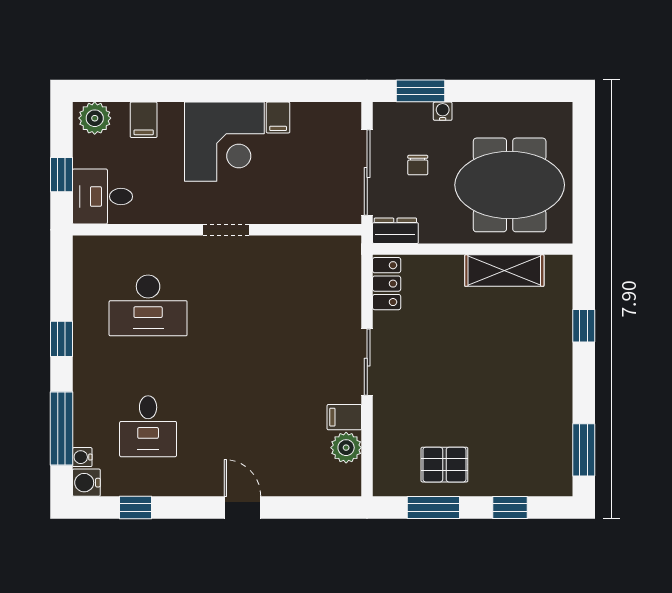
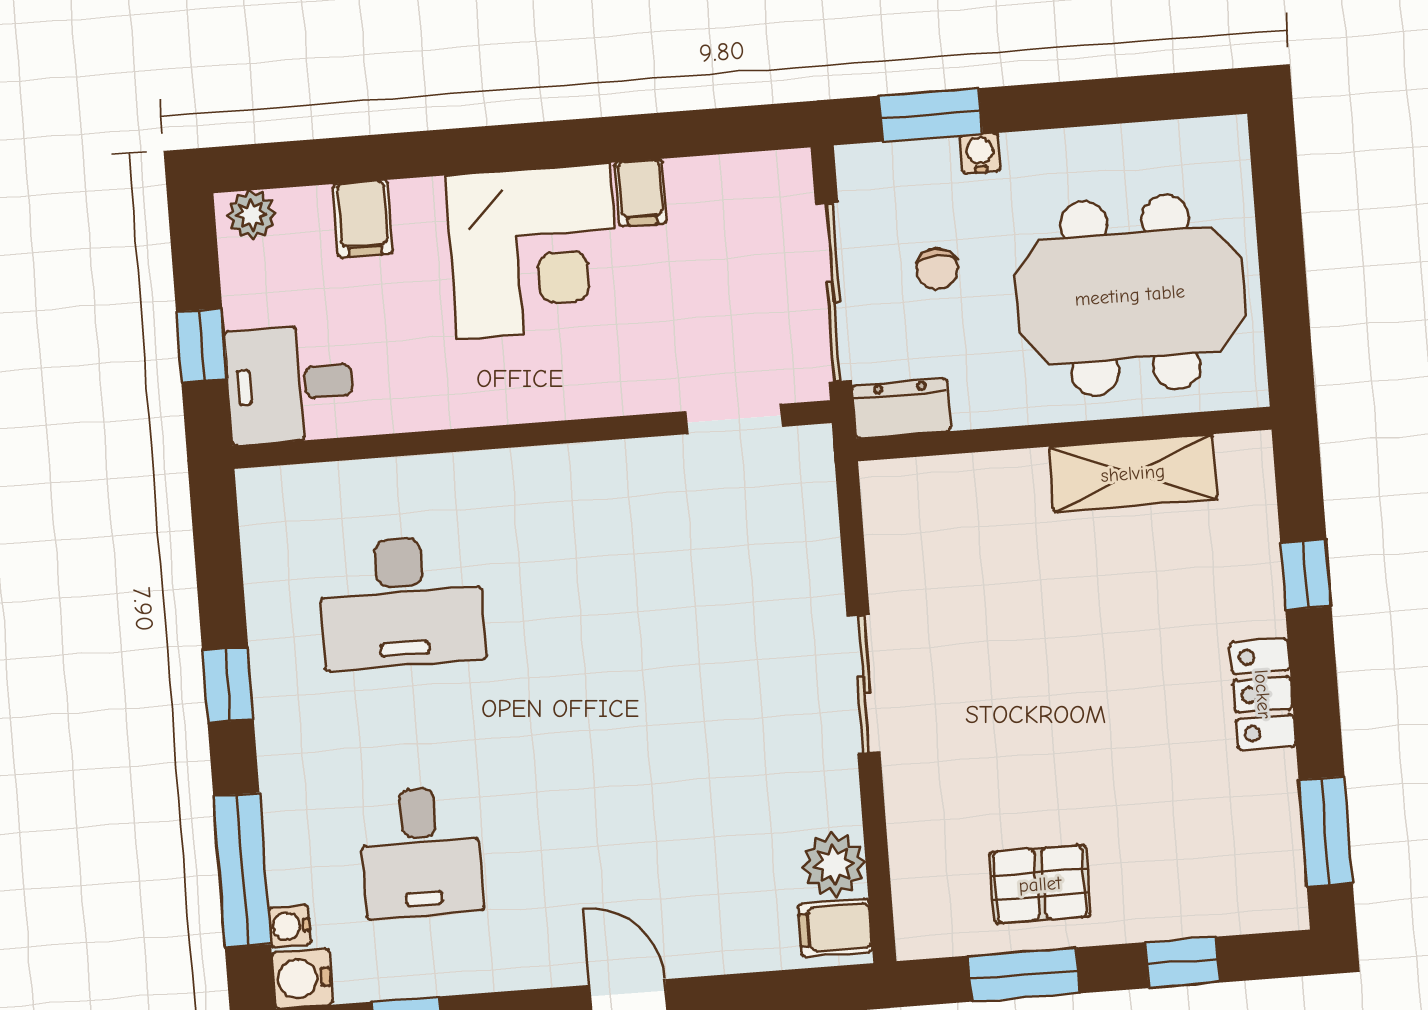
plant: (95, 118) -> (252, 215), width x0.73, depth x0.73
doorway: (226, 230) -> (734, 419), moved
locker: (387, 284) -> (1263, 694), moved, turned 180
filing cabinet: (344, 417) -> (835, 928), moved

